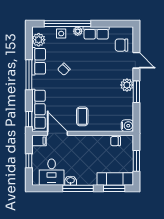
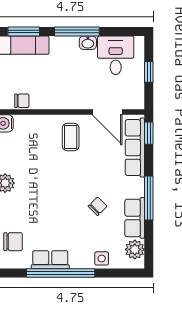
window: (68, 24) -> (61, 273), moved
plant: (78, 31) -> (77, 262), removed
filing cabinet: (39, 141) -> (134, 102), removed

